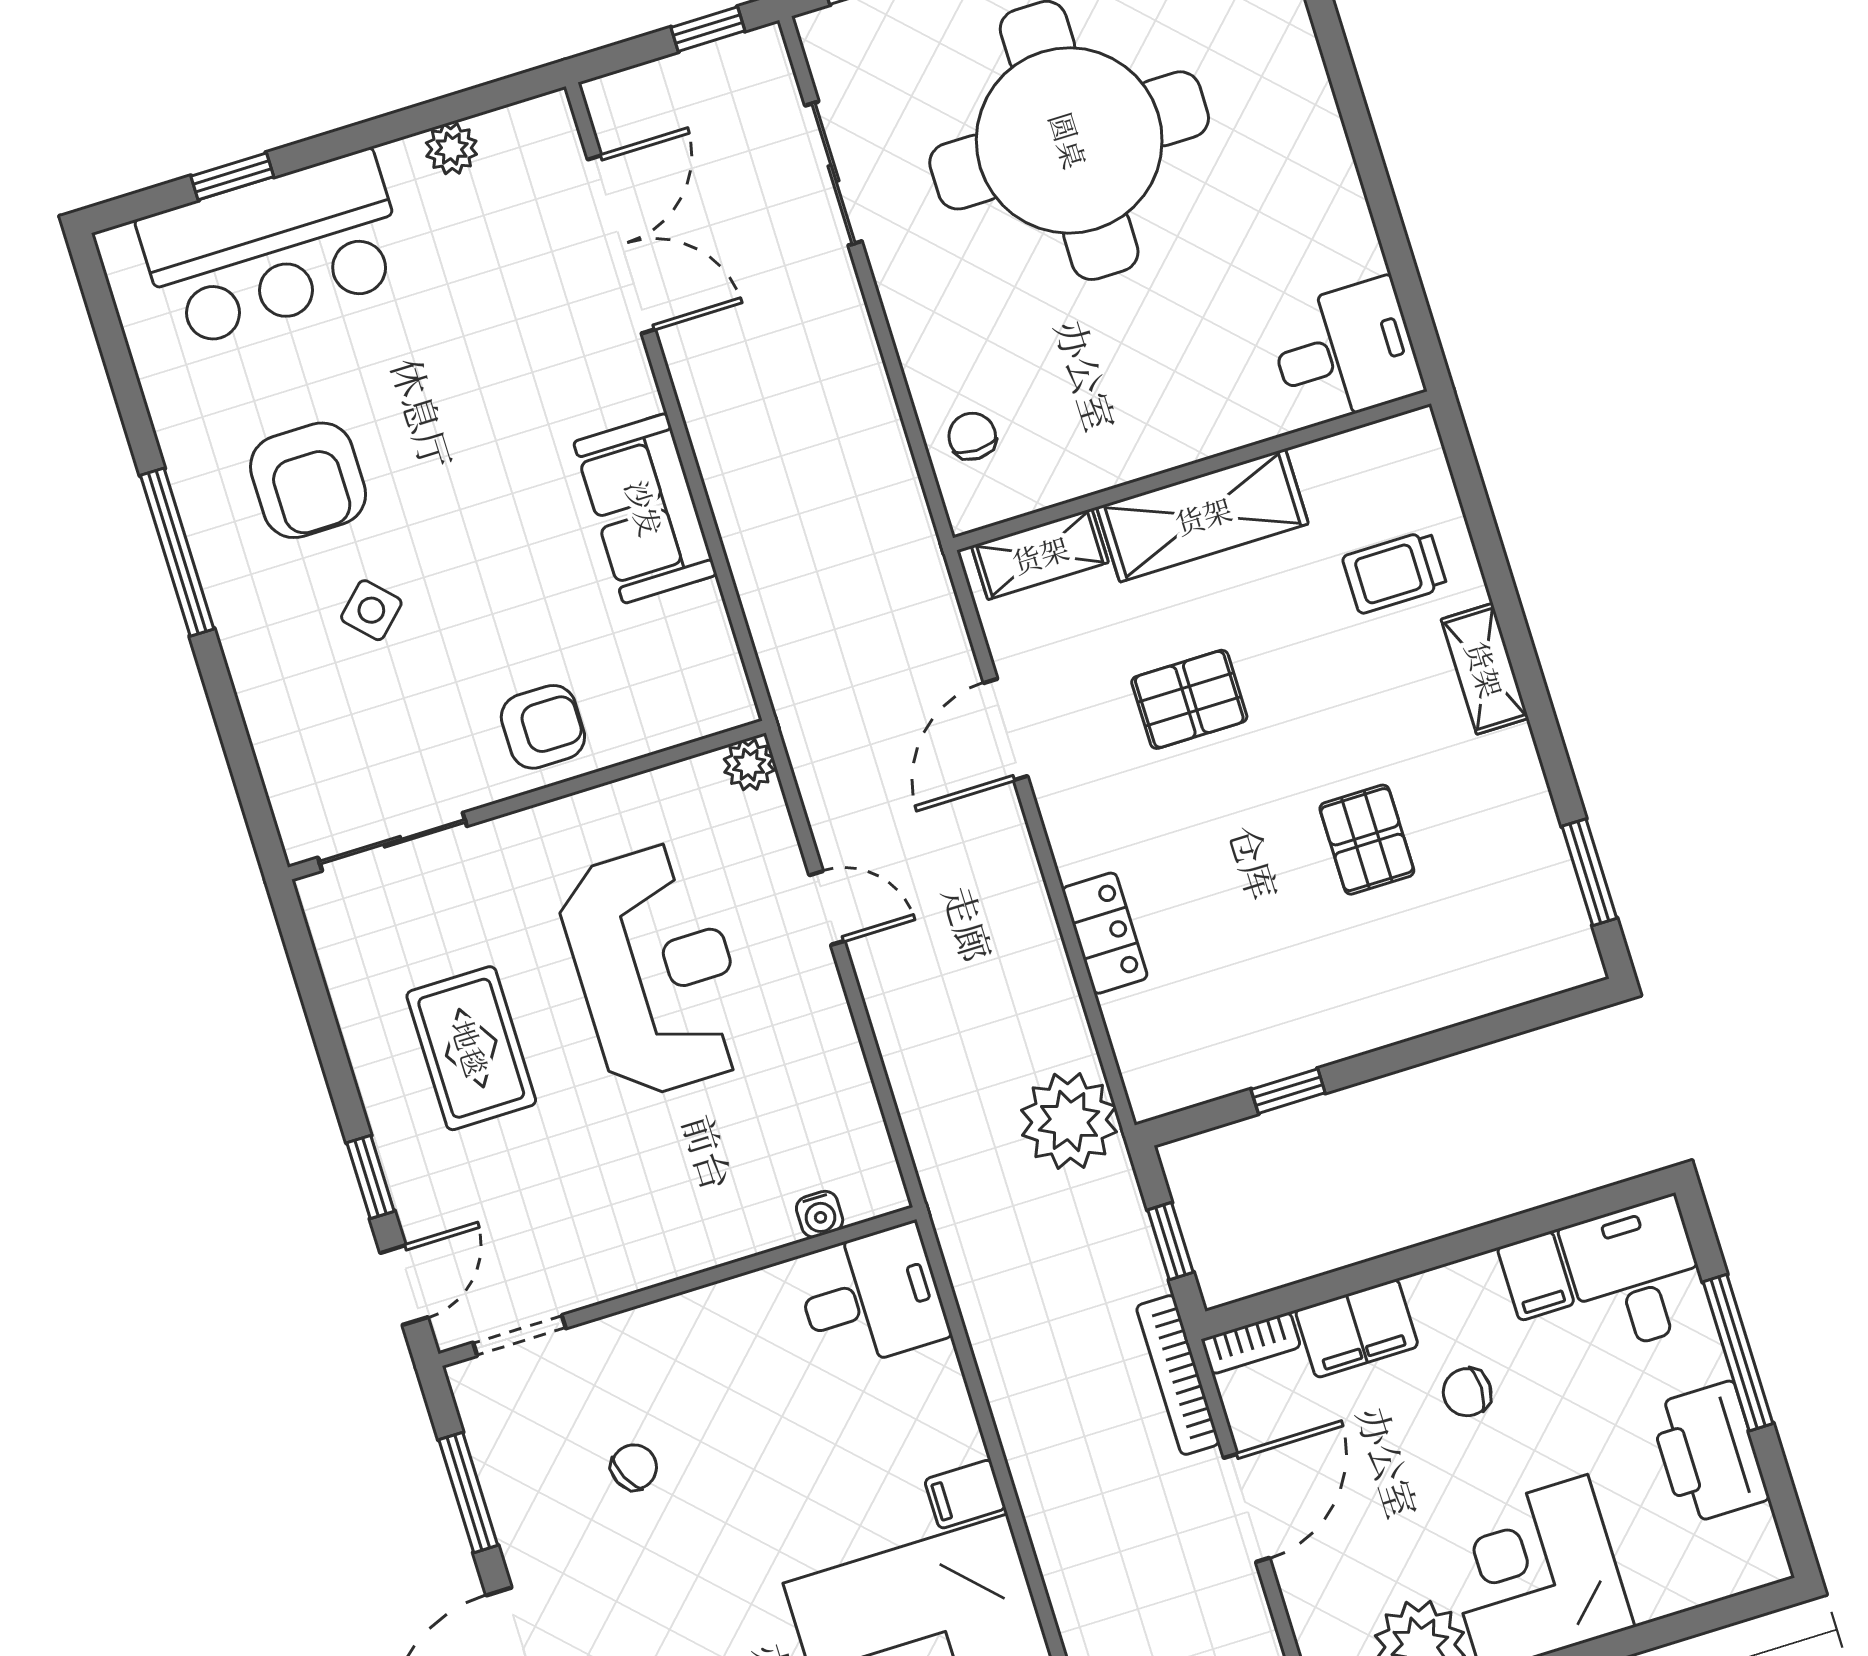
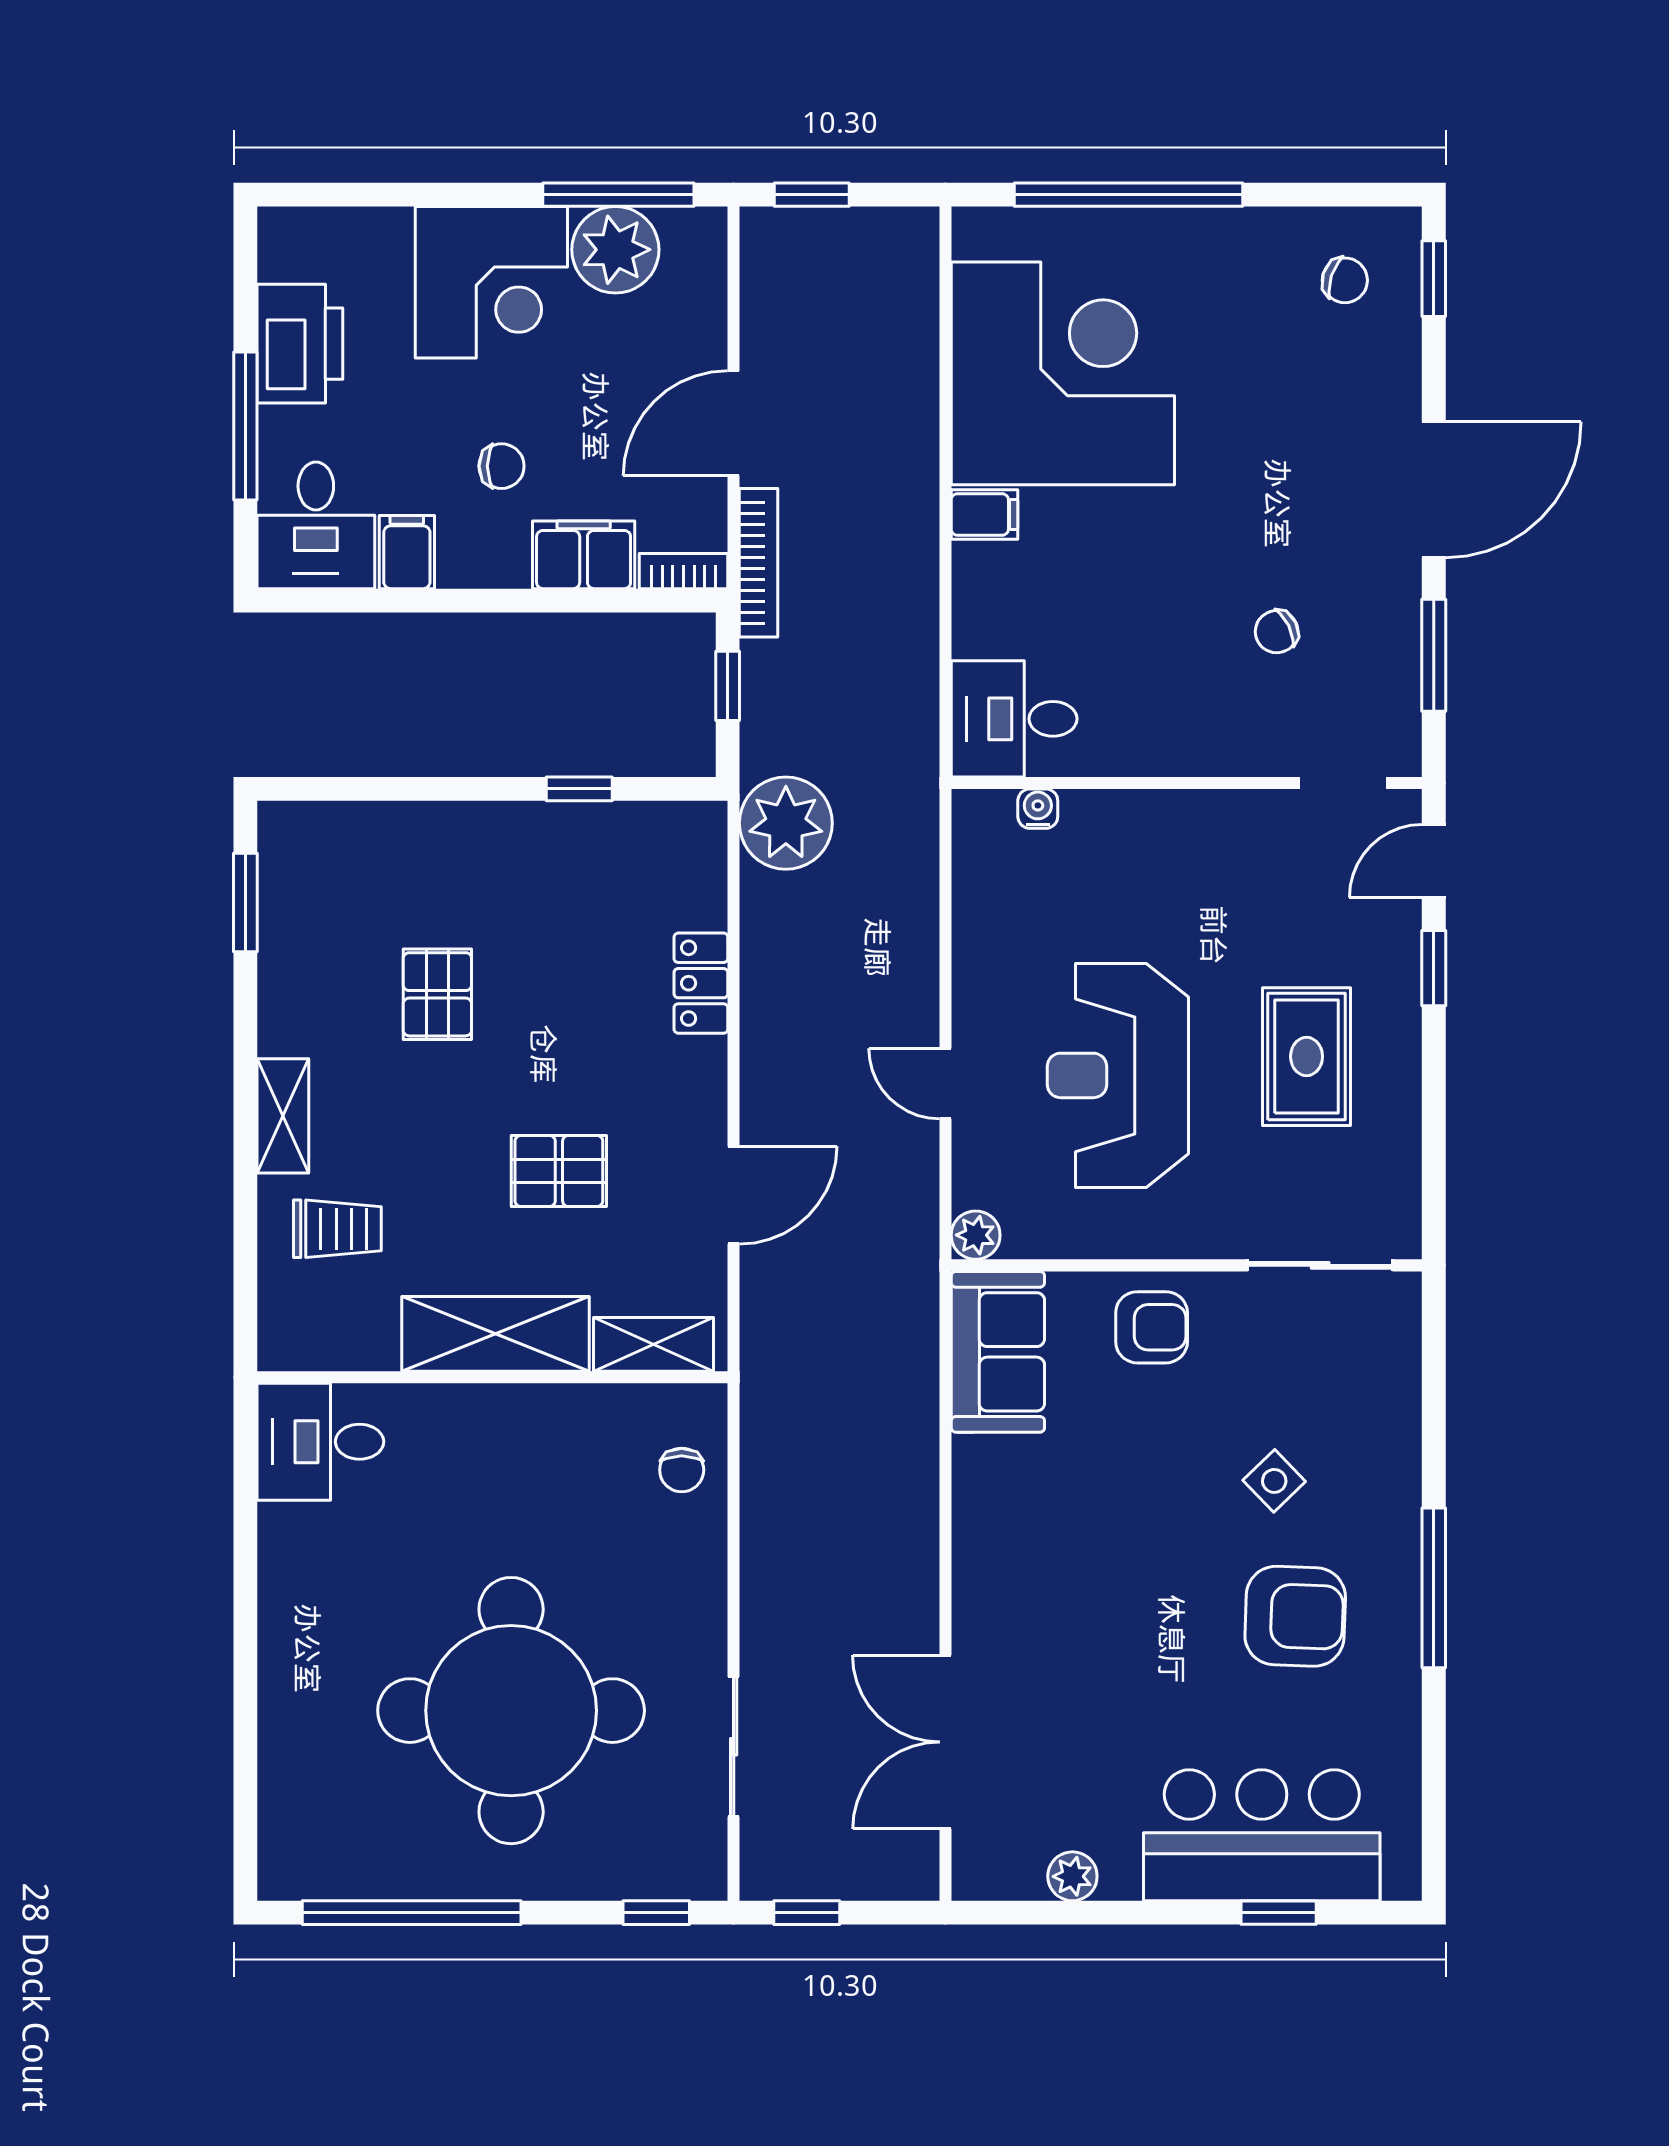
armchair: (308, 480) -> (1295, 1616), turned 92
sofa: (645, 508) -> (998, 1352), moved
armchair: (543, 727) -> (1152, 1327), turned 180

